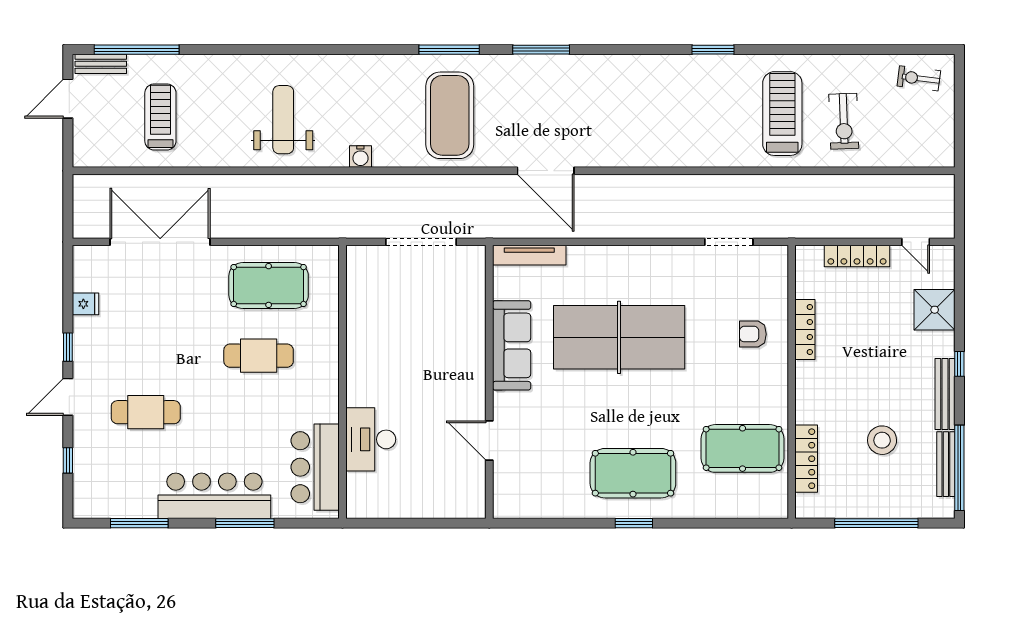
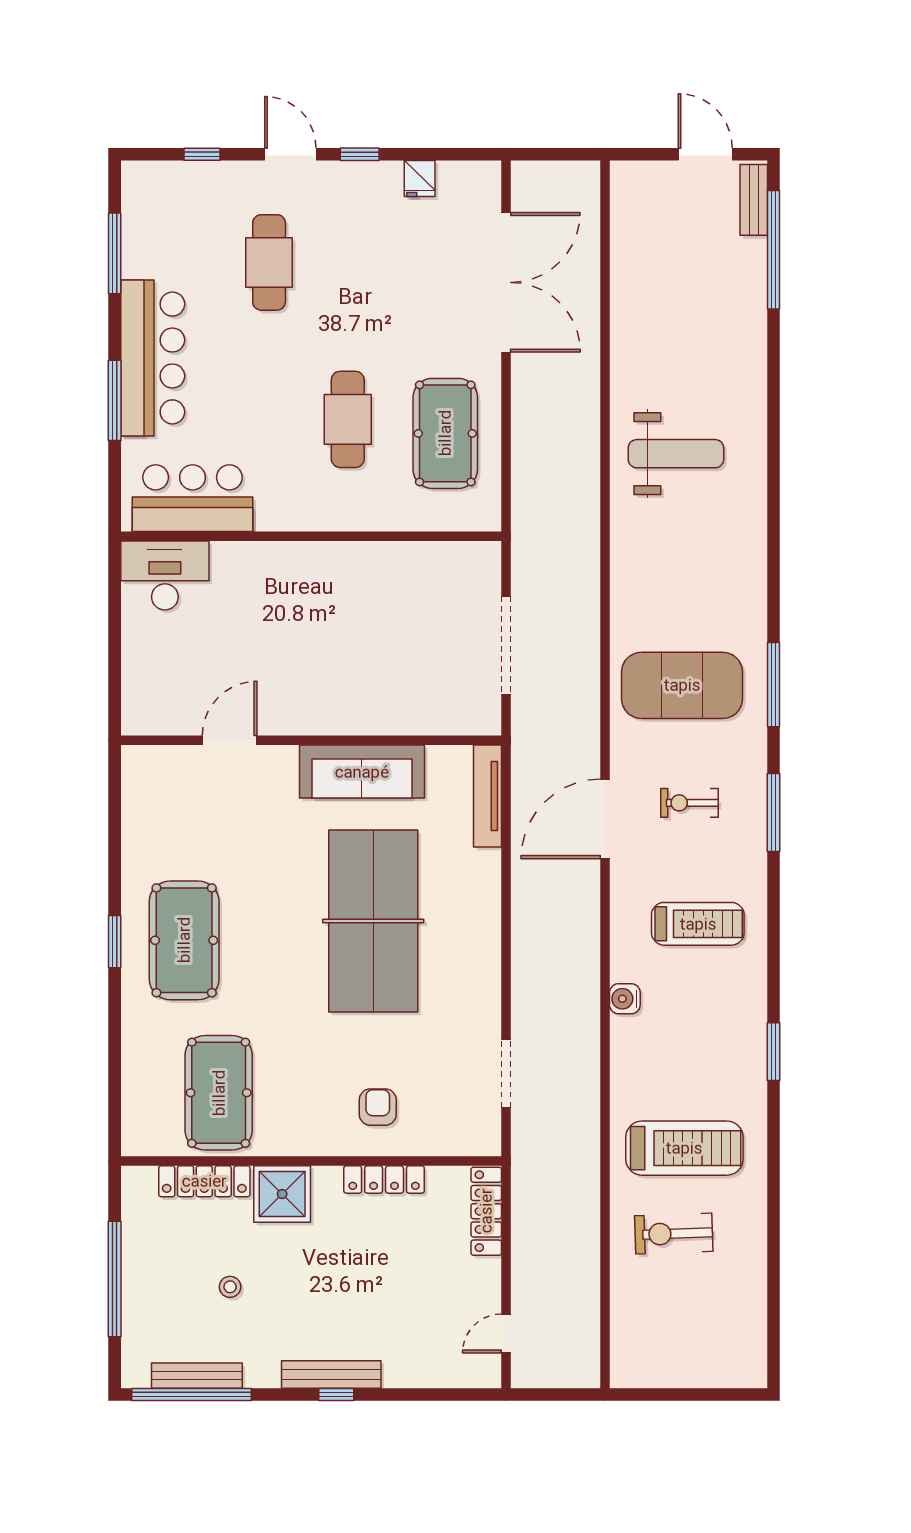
exercise bike: (919, 78) -> (689, 803), moved, turned -97
treadmill: (160, 117) -> (698, 924), moved
water cooler: (360, 156) -> (625, 999), moved
locker: (857, 256) -> (486, 1211), moved
shower: (935, 310) -> (282, 1194), moved
bench: (945, 394) -> (331, 1374), moved
desk: (371, 439) -> (165, 575), moved
stool: (882, 440) -> (230, 1287), width x0.53, depth x0.53

